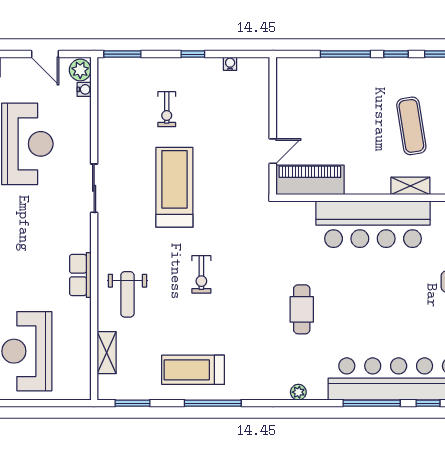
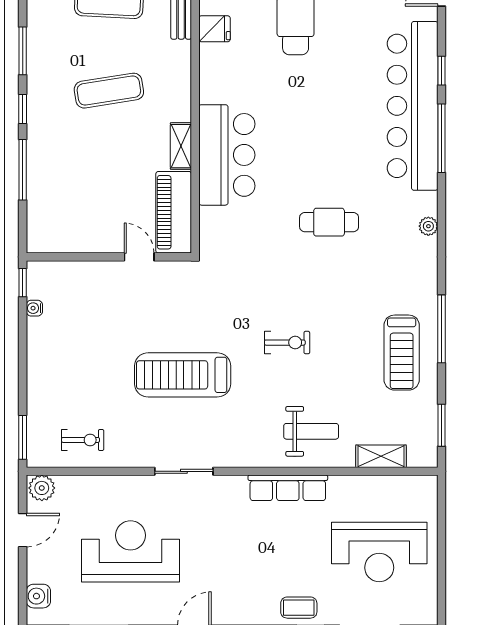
window: (193, 54) -> (23, 283), moved
water cooler: (84, 89) -> (65, 483), removed
exercise bike: (167, 109) -> (83, 440), moved
shelving: (410, 186) -> (181, 146), moved
bar counter: (373, 224) -> (227, 155), width x0.73
row of seats: (80, 275) -> (288, 488), width x1.48

